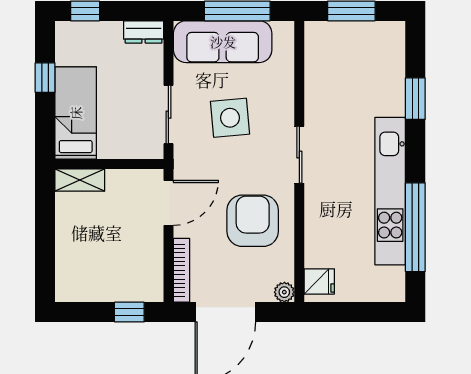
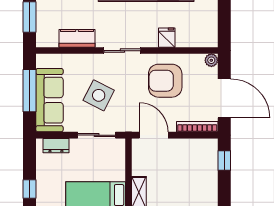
dresser: (144, 32) -> (56, 146), moved, turned 90
kitchen counter: (318, 84) -> (77, 38), added
side table: (230, 118) -> (99, 95), turned 32
fridge: (319, 281) -> (167, 38), moved

